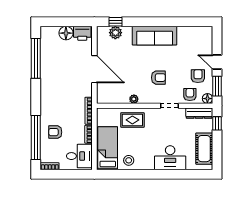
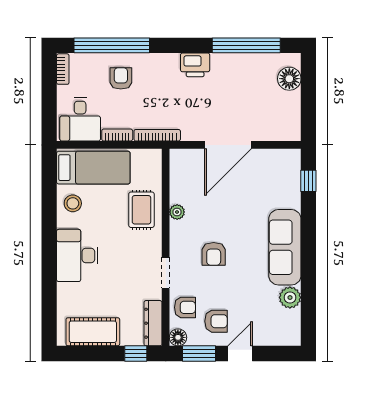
floor lamp: (66, 33) -> (289, 79), moved
printer: (82, 33) -> (195, 65), moved, turned -90
plant: (115, 33) -> (290, 298), moved
desk: (170, 158) -> (77, 255), moved

